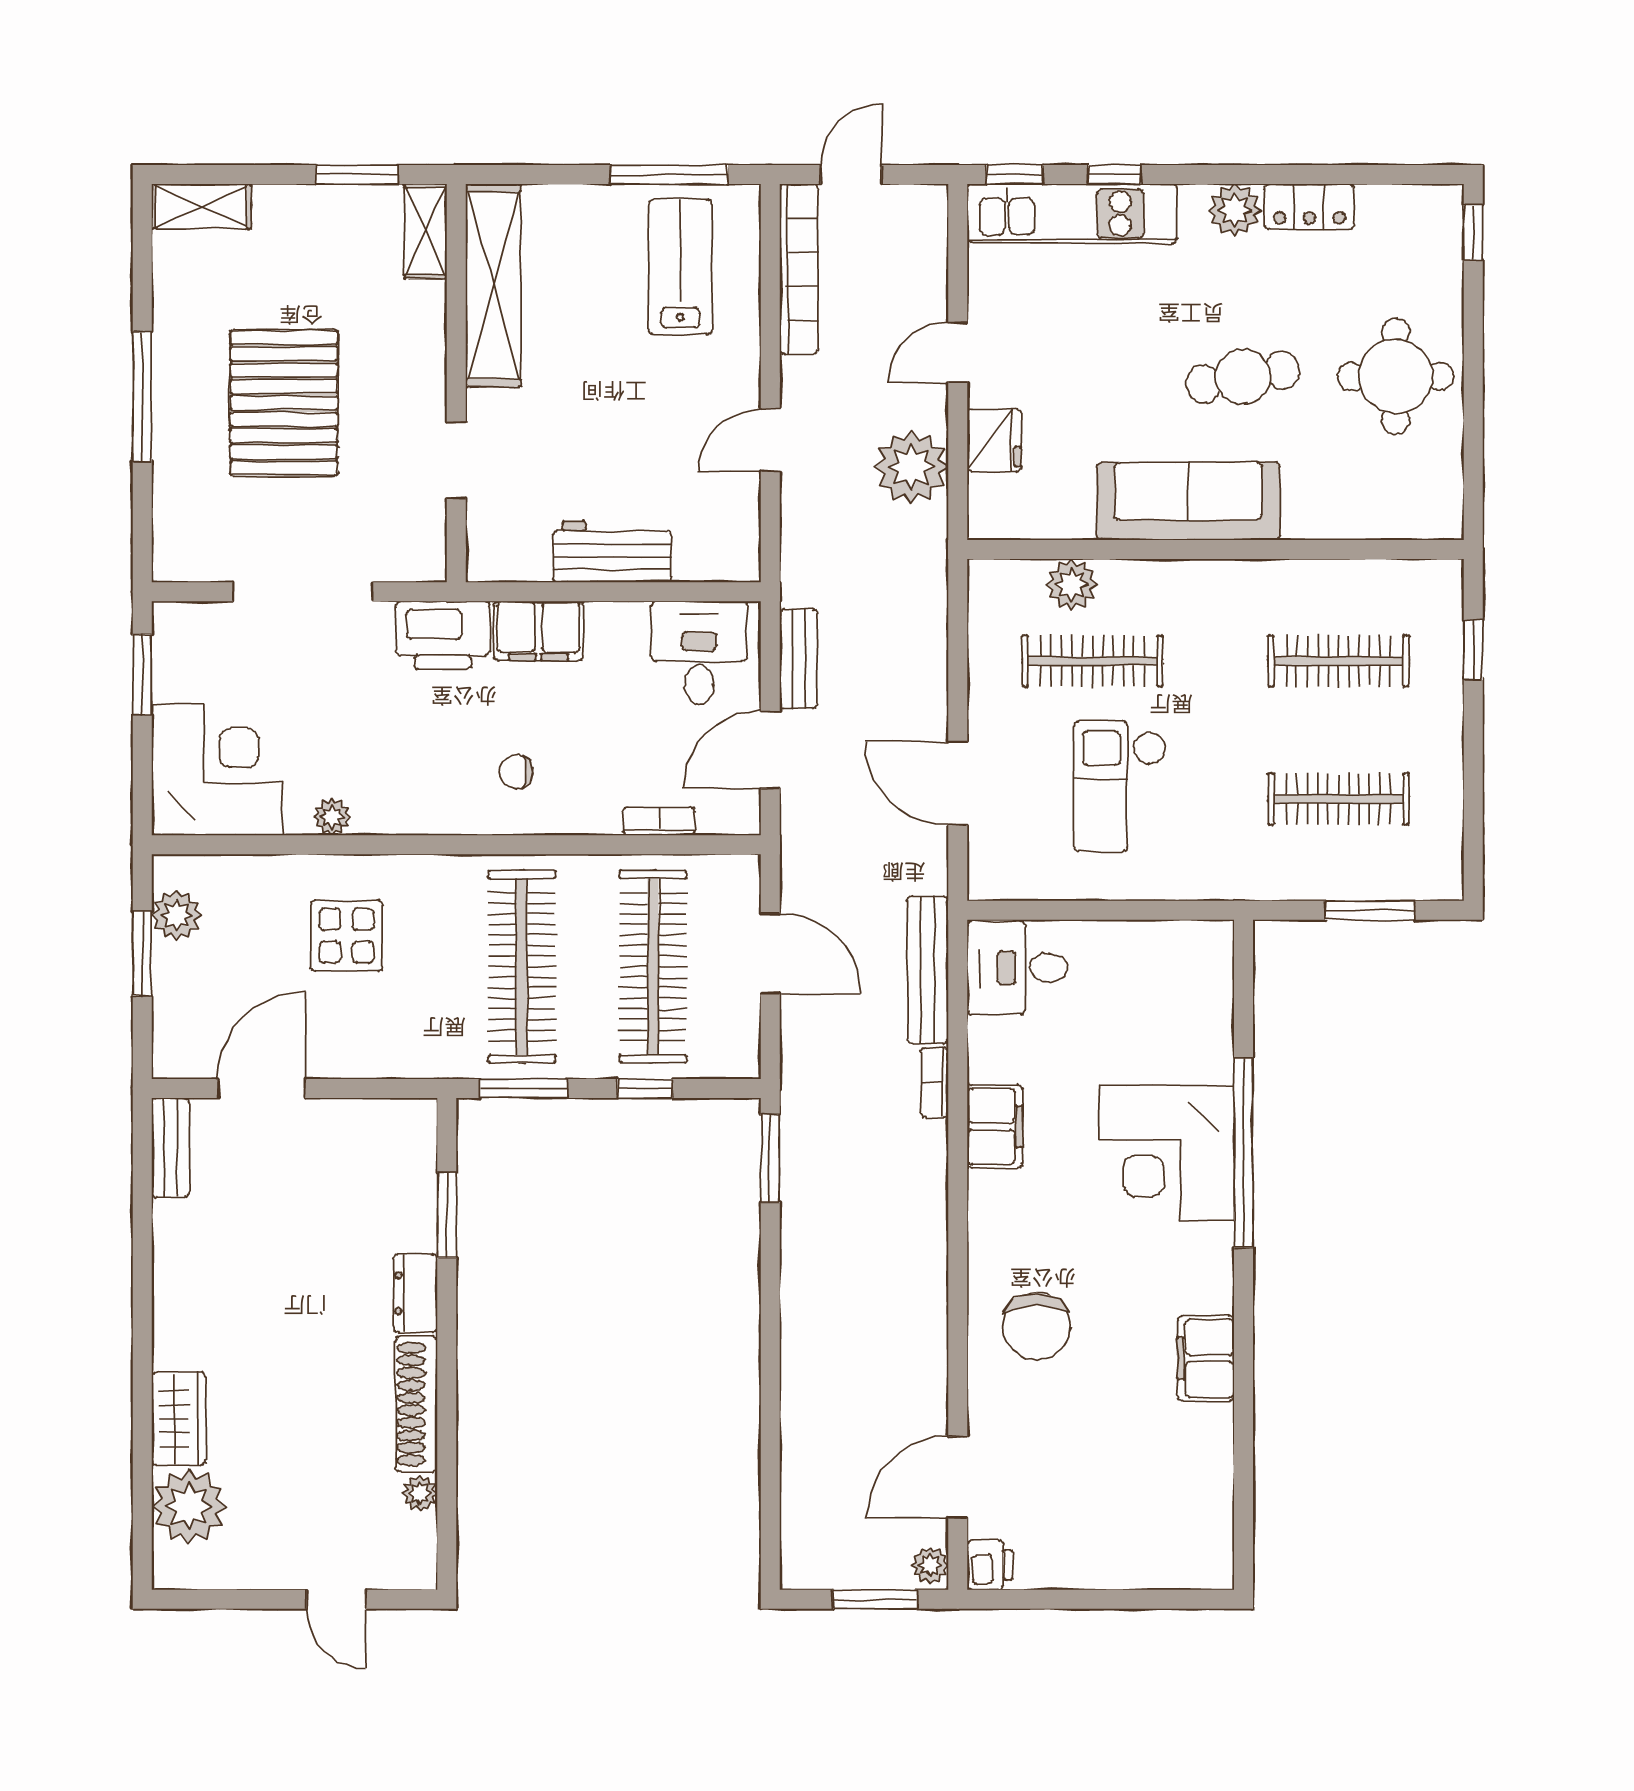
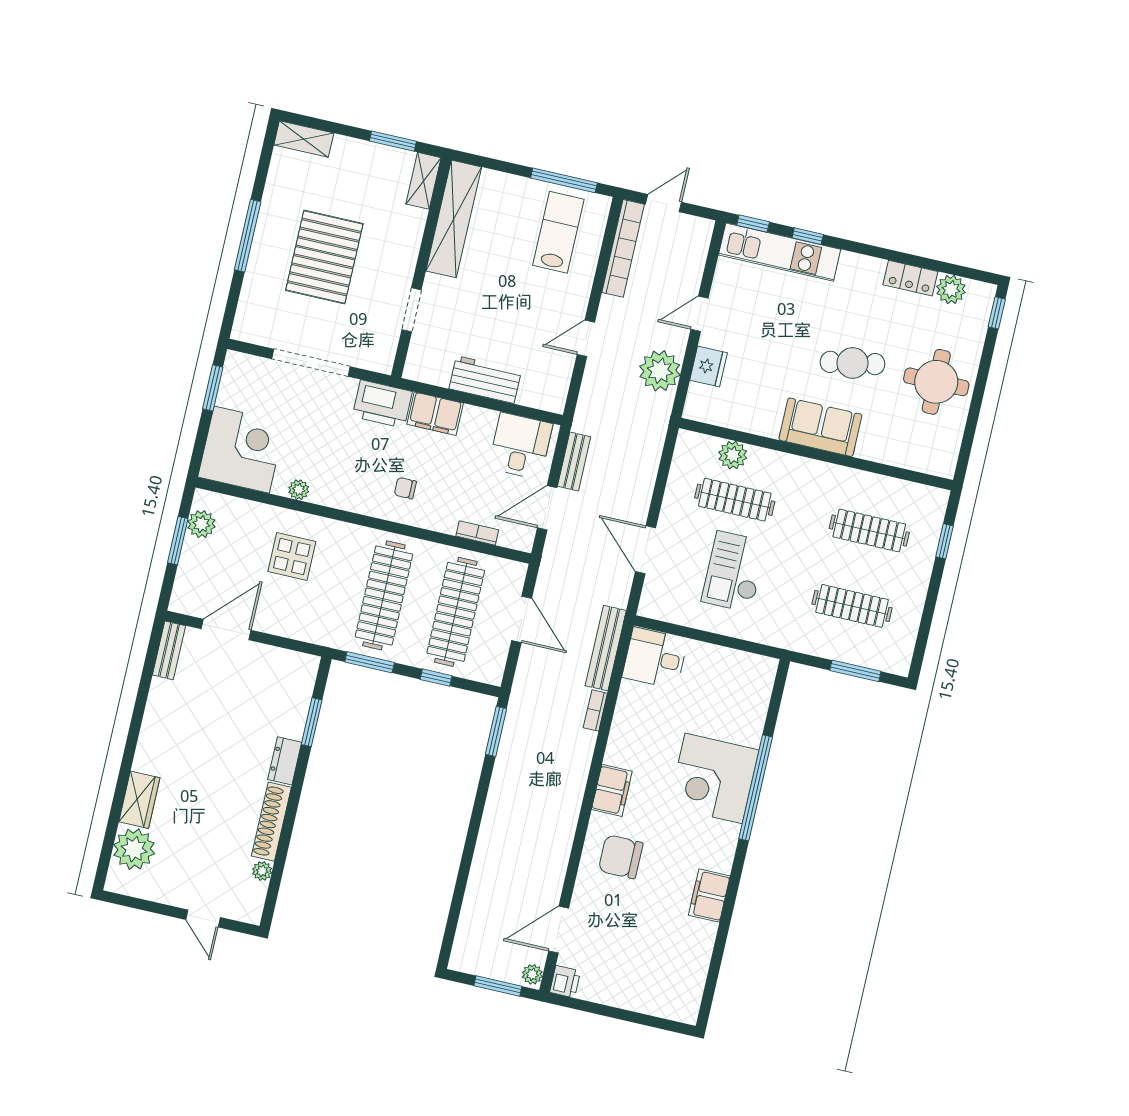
plant: (1235, 210) -> (951, 289), moved
sofa: (1188, 501) -> (820, 427), width x0.73
filing cabinet: (995, 1126) -> (612, 790), moved
chair: (1037, 1326) -> (621, 857), turned 90

